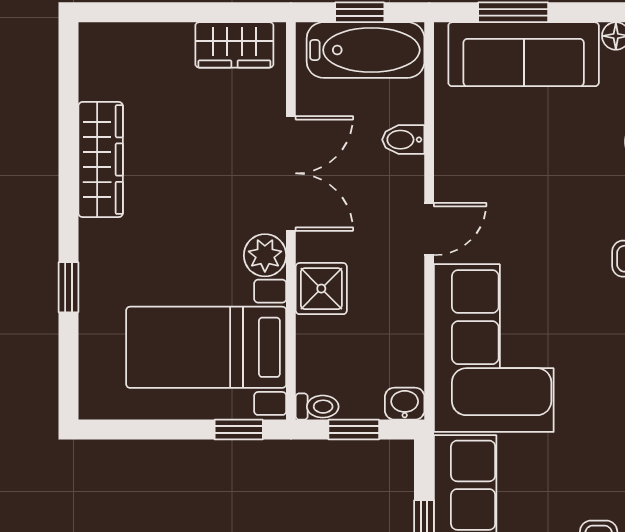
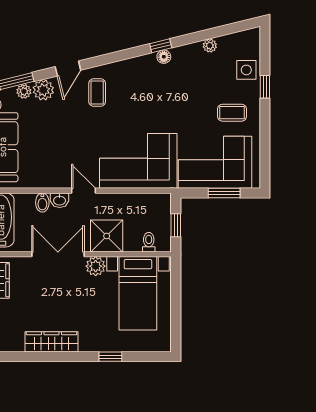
shower: (321, 289) -> (107, 236), width x1.36, depth x1.36
washbasin: (405, 404) -> (60, 200), moved, turned -90
toilet: (317, 407) -> (149, 242), moved
window: (239, 430) -> (176, 278), removed

